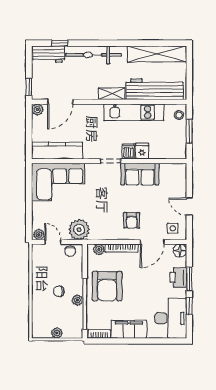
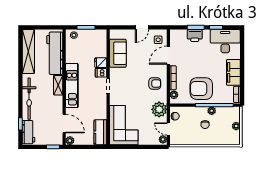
kitchen unit: (134, 112) -> (72, 85), moved
kitchen counter: (57, 151) -> (100, 132), width x0.67
sofa: (140, 174) -> (118, 53), moved
armchair: (132, 220) -> (155, 84), moved
door: (53, 242) -> (168, 129), hinge flipped
door: (152, 242) -> (168, 55), swing flipped
floor lamp: (180, 251) -> (175, 34), removed
armchair: (107, 286) -> (201, 89), turned 180

